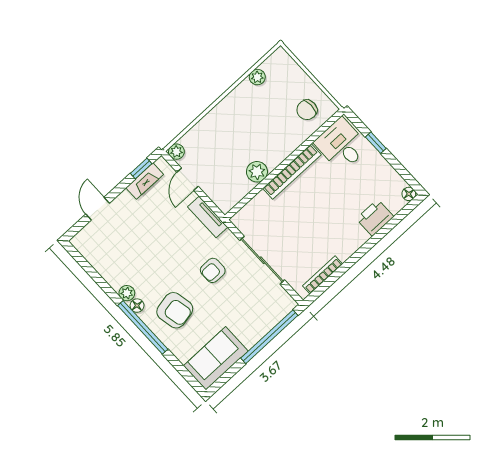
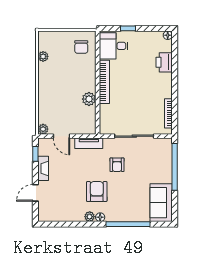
fireplace: (145, 181) -> (43, 168), moved
door: (98, 209) -> (35, 193), hinge flipped
armchair: (175, 310) -> (97, 191), moved, turned -78
window: (143, 327) -> (128, 224), moved

